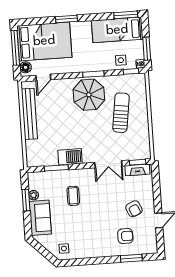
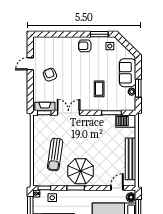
barbecue: (70, 157) -> (125, 121), moved
armchair: (125, 236) -> (85, 46), moved
window: (131, 258) -> (99, 34), moved

